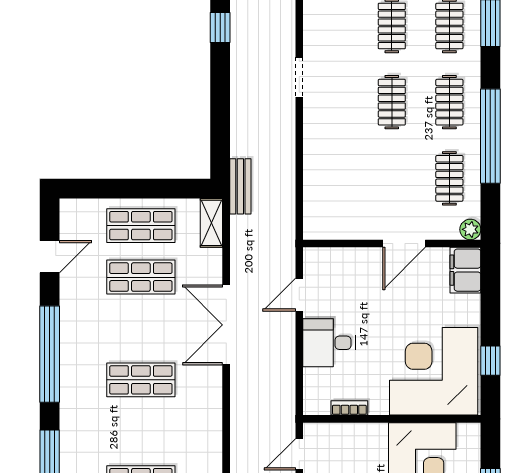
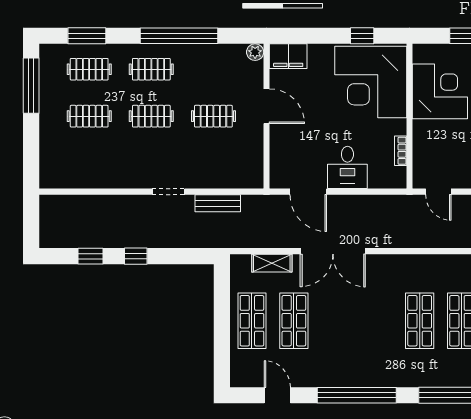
doorway: (299, 77) -> (168, 192), moved
window: (220, 83) -> (136, 256), added
clothes rail: (449, 178) -> (213, 116), moved
bench: (240, 186) -> (218, 203), moved
shelving: (211, 223) -> (272, 263), moved
door: (299, 295) -> (308, 192), width x1.38
shop shelf: (141, 380) -> (420, 321), moved

